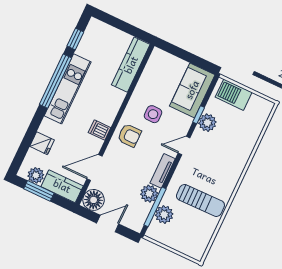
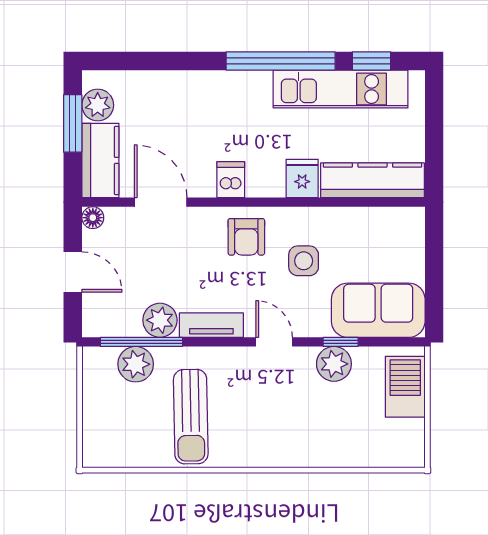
kitchen unit: (68, 89) -> (341, 89), moved
fridge: (42, 143) -> (302, 178), moved, turned 180
floor lamp: (94, 200) -> (93, 218), width x0.53, depth x0.53

